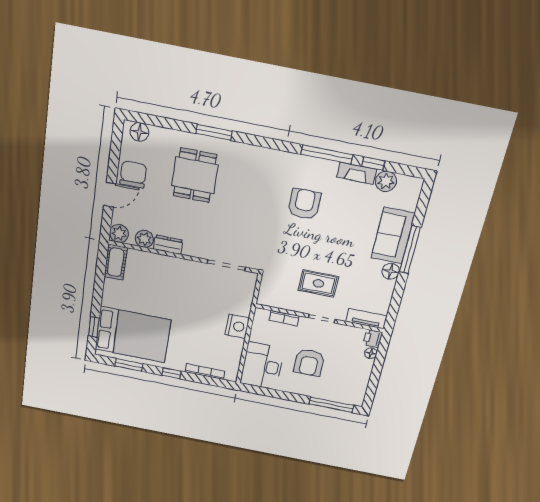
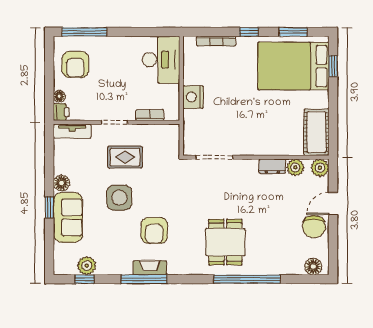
window: (214, 132) -> (247, 279), width x2.11
window: (373, 164) -> (85, 279), moved
fireplace: (357, 173) -> (150, 268), moved
dining table: (195, 175) -> (225, 242), moved
side table: (334, 245) -> (119, 198), added
window: (410, 250) -> (49, 207), width x0.46
cot: (116, 262) -> (316, 132), width x1.37, depth x1.34
armchair: (309, 363) -> (75, 64), moved, turned 180

